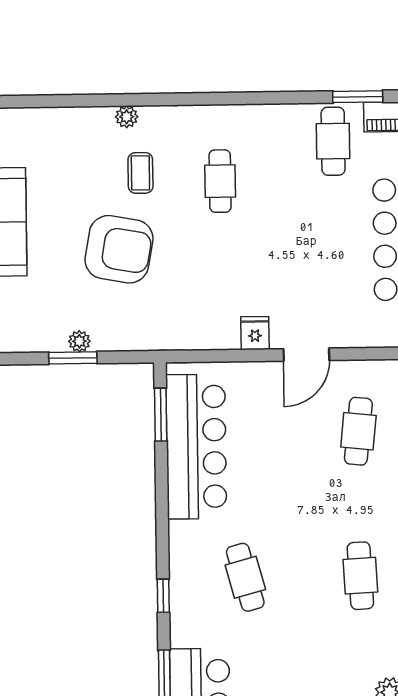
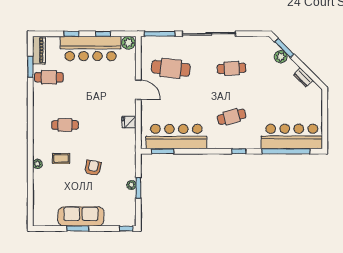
armchair: (119, 249) -> (93, 168), width x0.53, depth x0.53
fridge: (255, 333) -> (129, 122), moved
cafe table: (358, 431) -> (171, 68), width x1.37, depth x1.35

